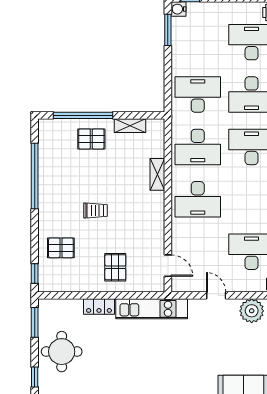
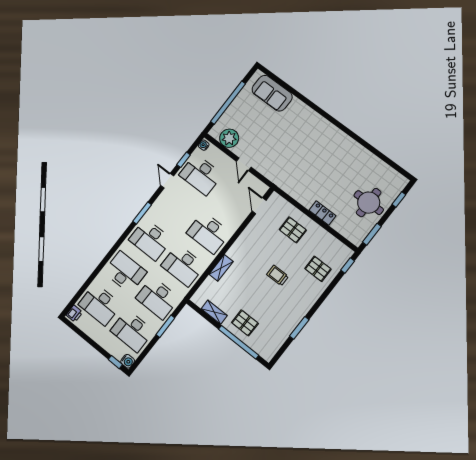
window: (168, 30) -> (165, 326), moved
desk: (198, 42) -> (132, 331), added
desk: (198, 147) -> (183, 265), turned 180
window: (35, 176) -> (299, 328), width x0.47
desk: (198, 199) -> (208, 233), turned 180
pallet: (115, 267) -> (293, 230), turned 90
kitchen unit: (152, 309) -> (290, 186), removed

